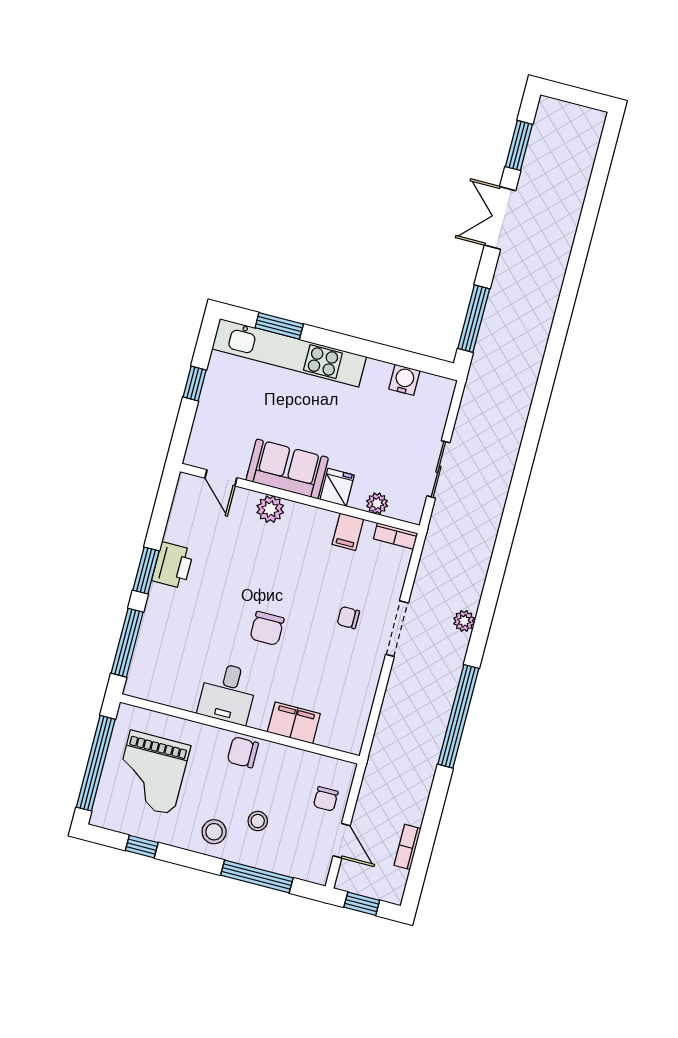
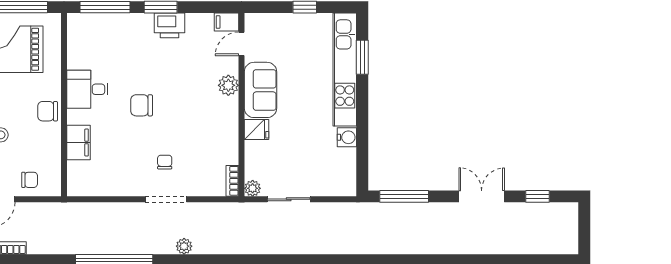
window: (519, 145) -> (538, 196), width x0.67
water cooler: (404, 380) -> (347, 137), moved
plant: (377, 503) -> (253, 188), moved
filing cabinet: (348, 532) -> (227, 22), moved
chair: (243, 752) -> (48, 111), turned -90
chair: (326, 799) -> (30, 180), turned 180

